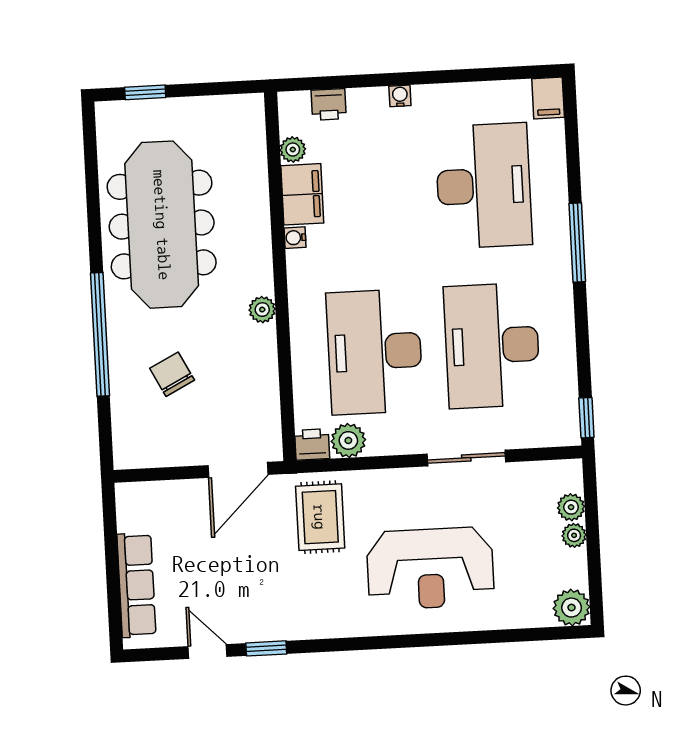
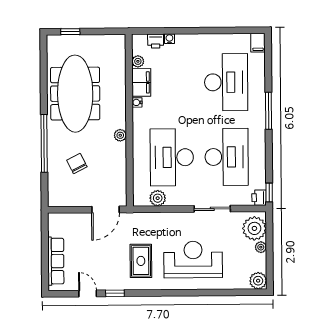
water cooler: (400, 96) -> (169, 39), moved
desk: (492, 346) -> (227, 157), turned 180
printer: (312, 444) -> (259, 198), moved, turned -90
plant: (571, 507) -> (254, 228), width x1.87, depth x1.87
rug: (320, 517) -> (141, 261), moved
reception desk: (430, 568) -> (193, 259), turned 180

